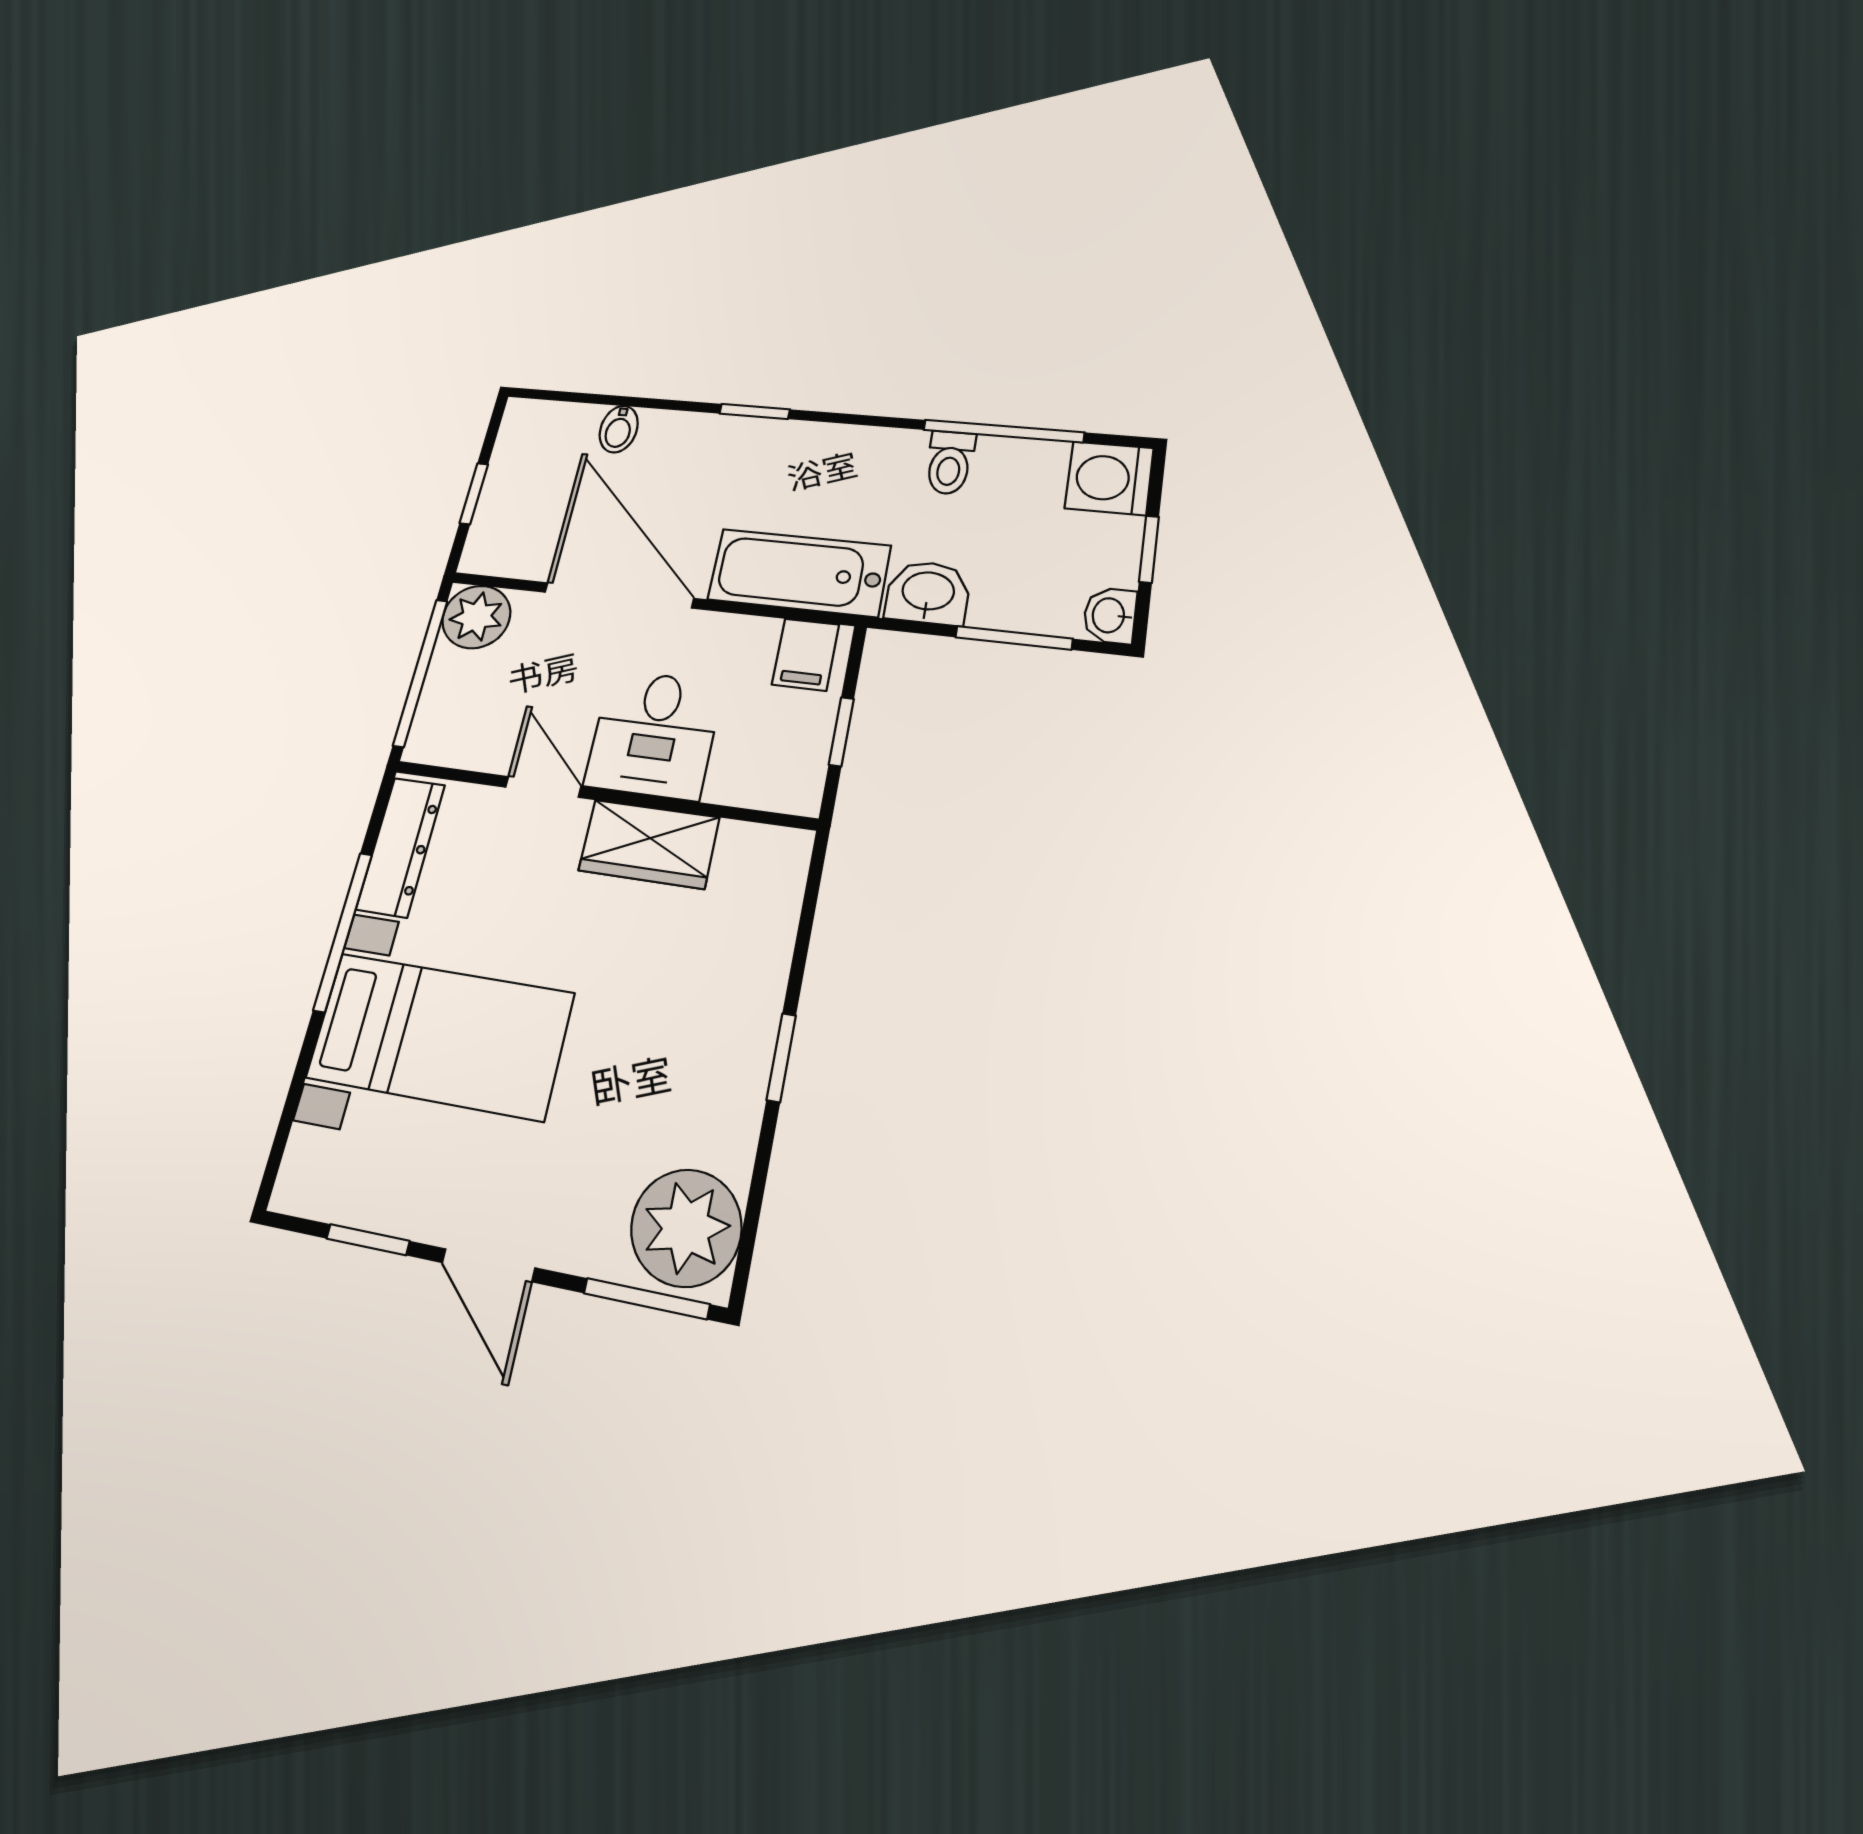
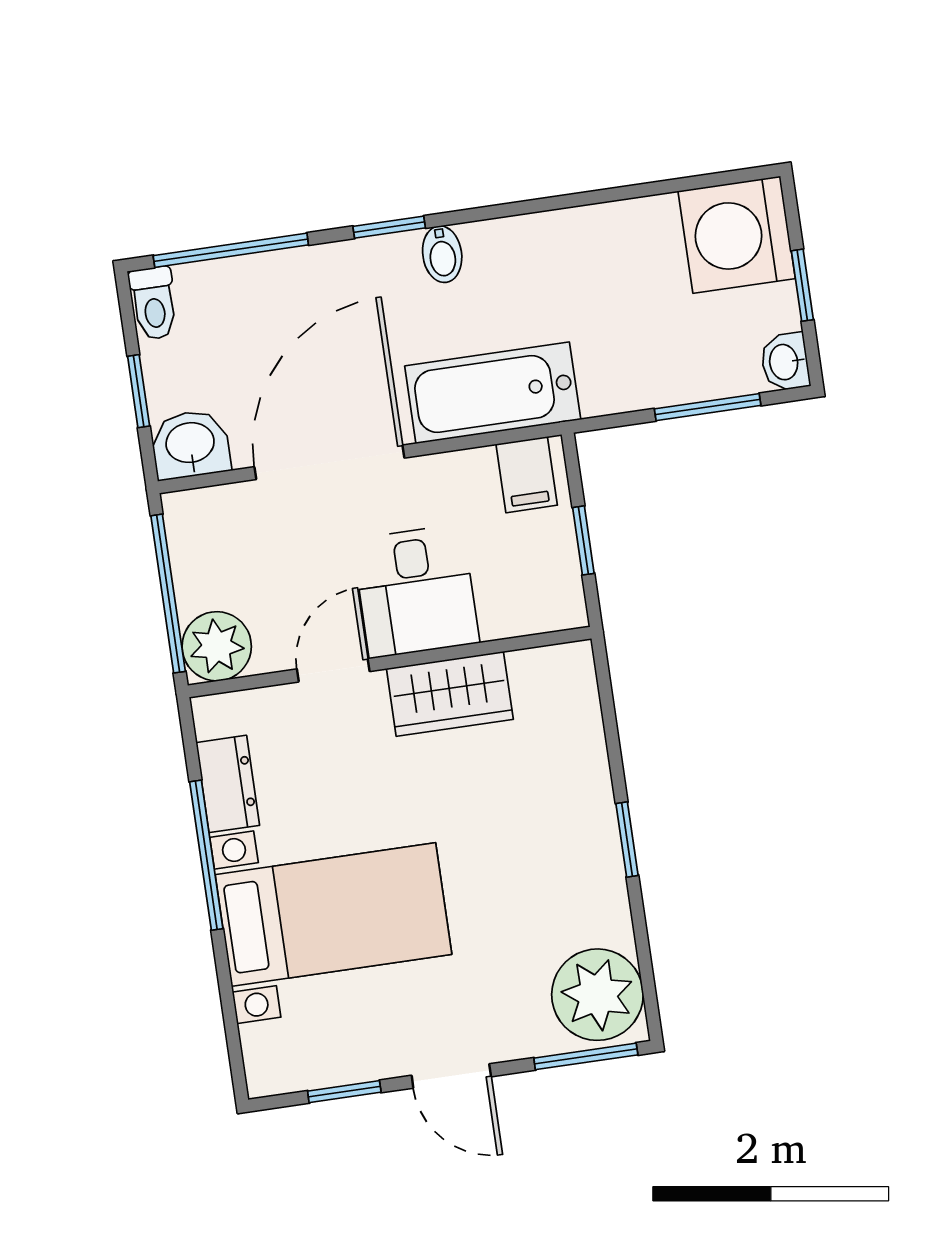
bidet: (619, 429) -> (442, 254), moved
window: (1003, 431) -> (231, 250), moved
toilet: (950, 463) -> (154, 303), moved
washing machine: (1109, 478) -> (737, 235), width x1.37, depth x1.37
washbasin: (928, 593) -> (190, 444), moved
door: (619, 595) -> (329, 462), hinge flipped
plant: (476, 617) -> (217, 646), moved
door: (543, 787) -> (333, 670), hinge flipped
dresser: (401, 847) -> (228, 784), width x0.70

